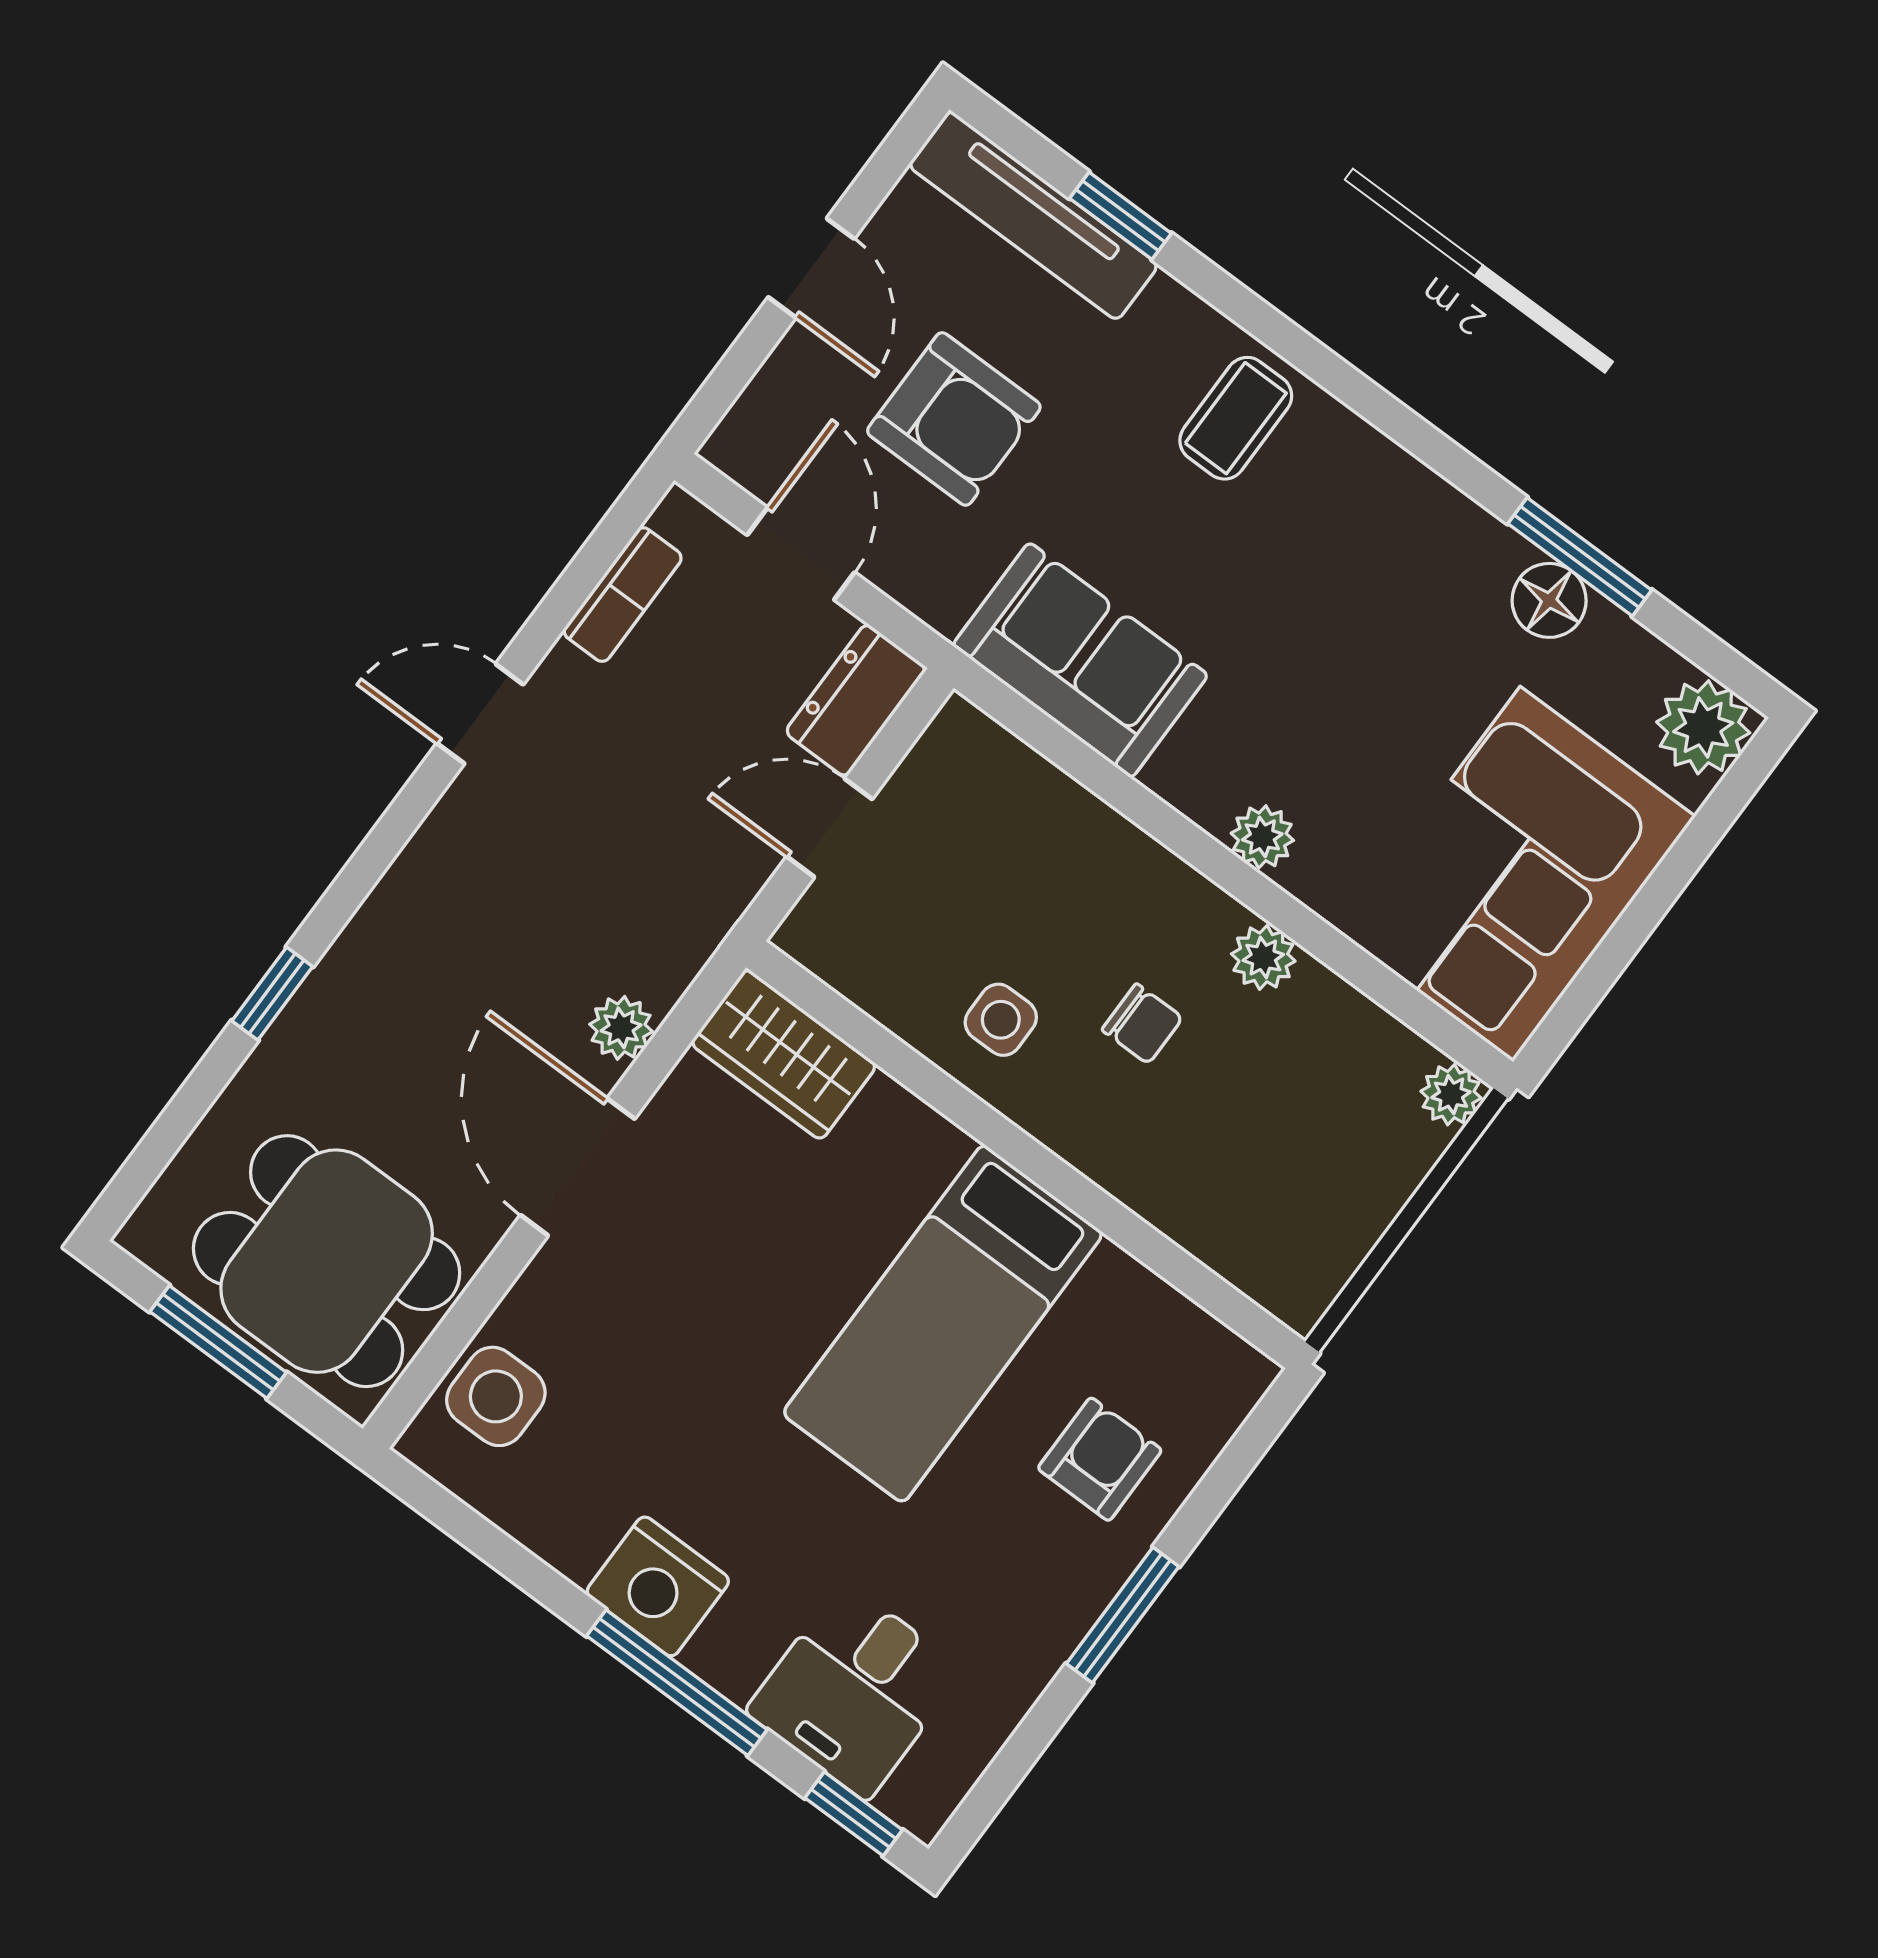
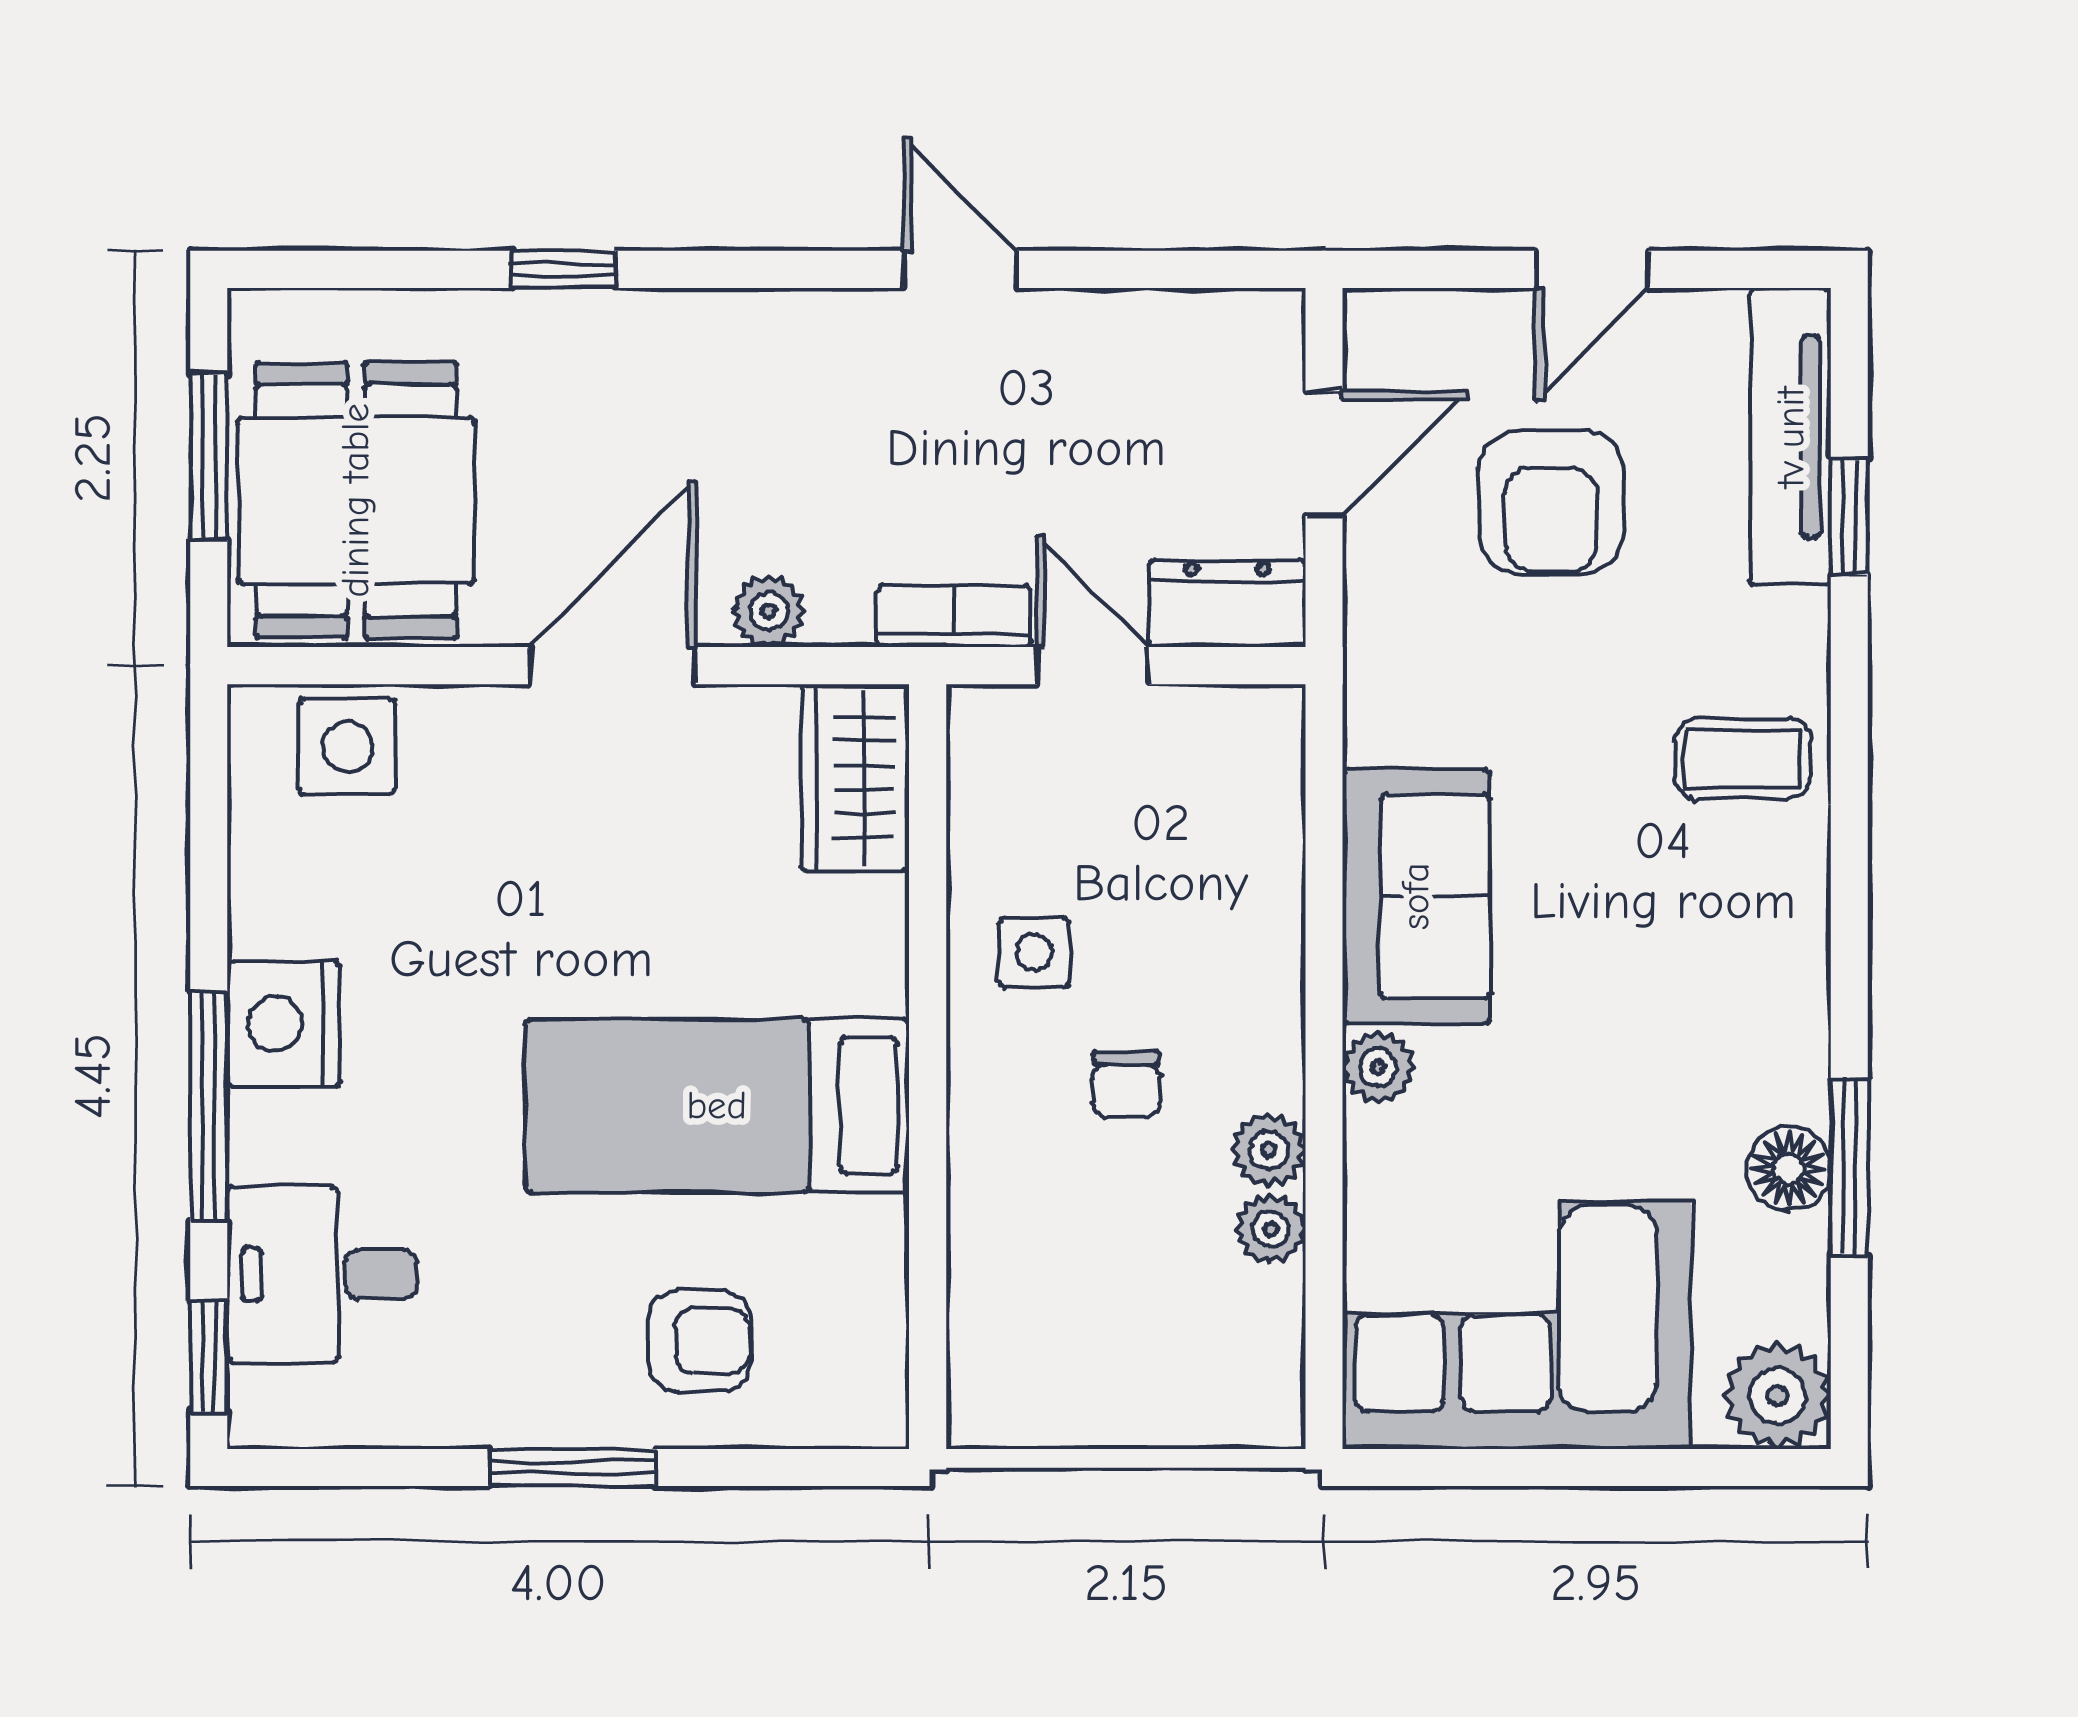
bookcase: (623, 595) -> (954, 616), moved, turned 180
sofa: (1080, 660) -> (1416, 896), moved
plant: (1451, 1095) -> (1271, 1229), moved

